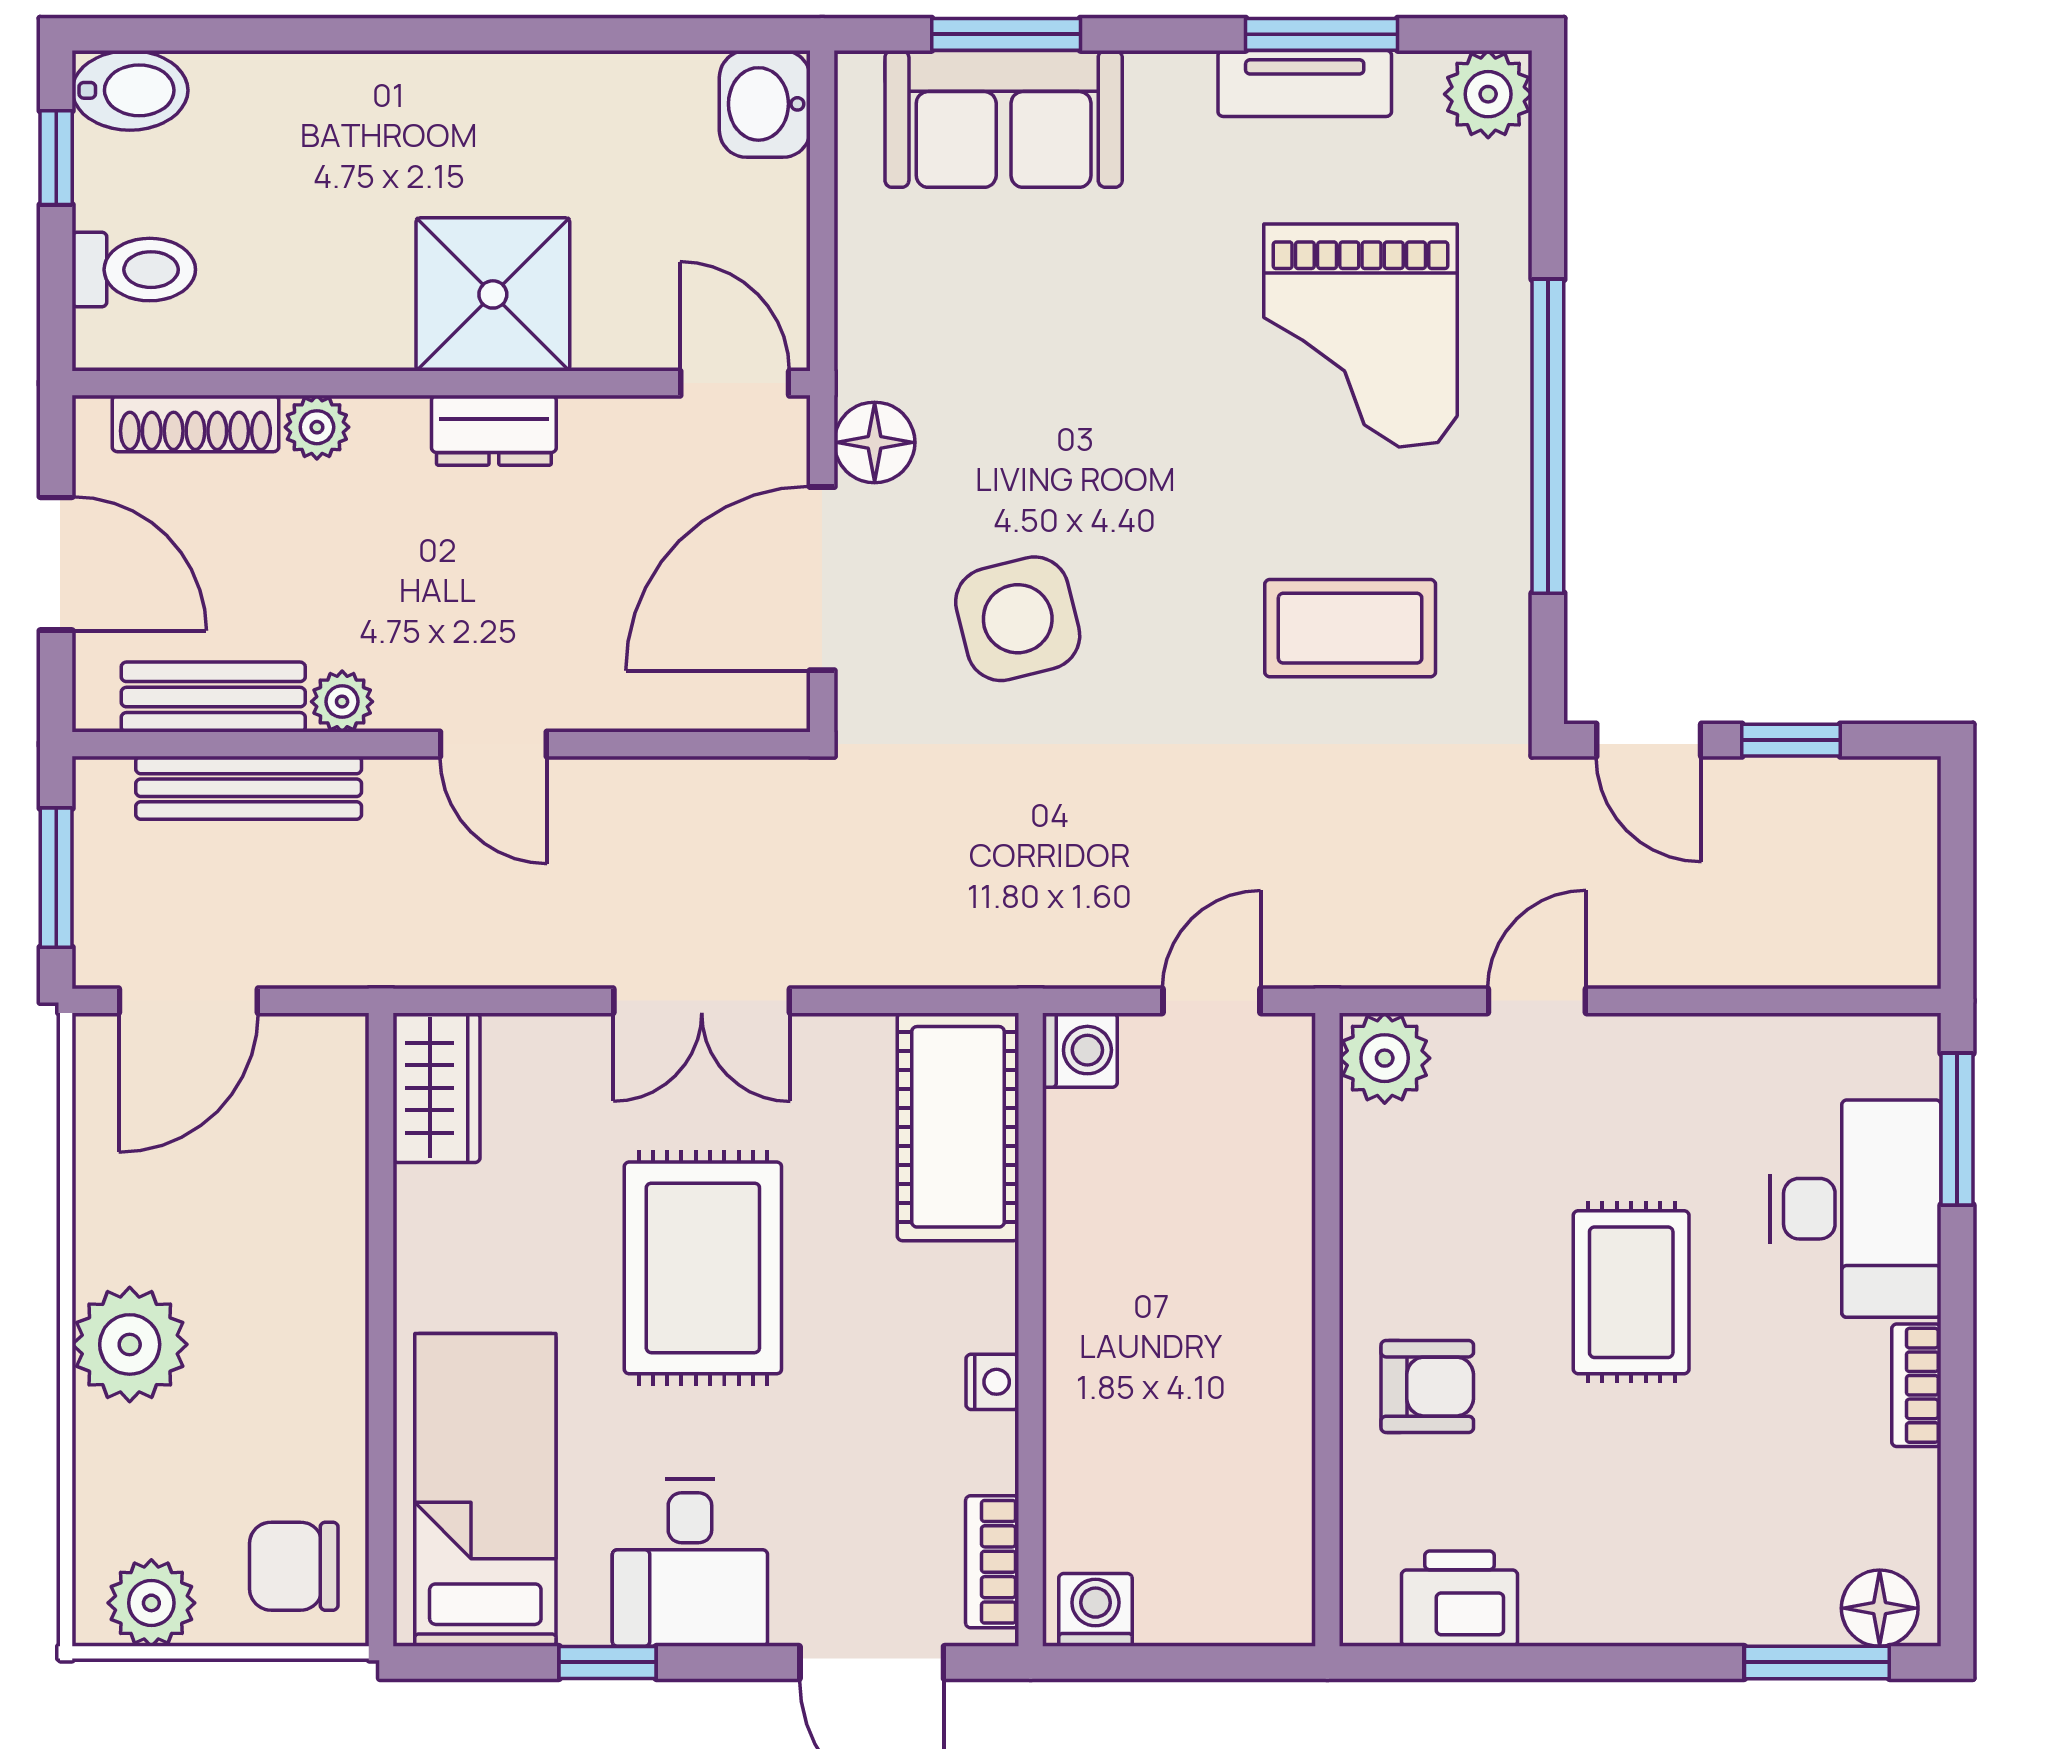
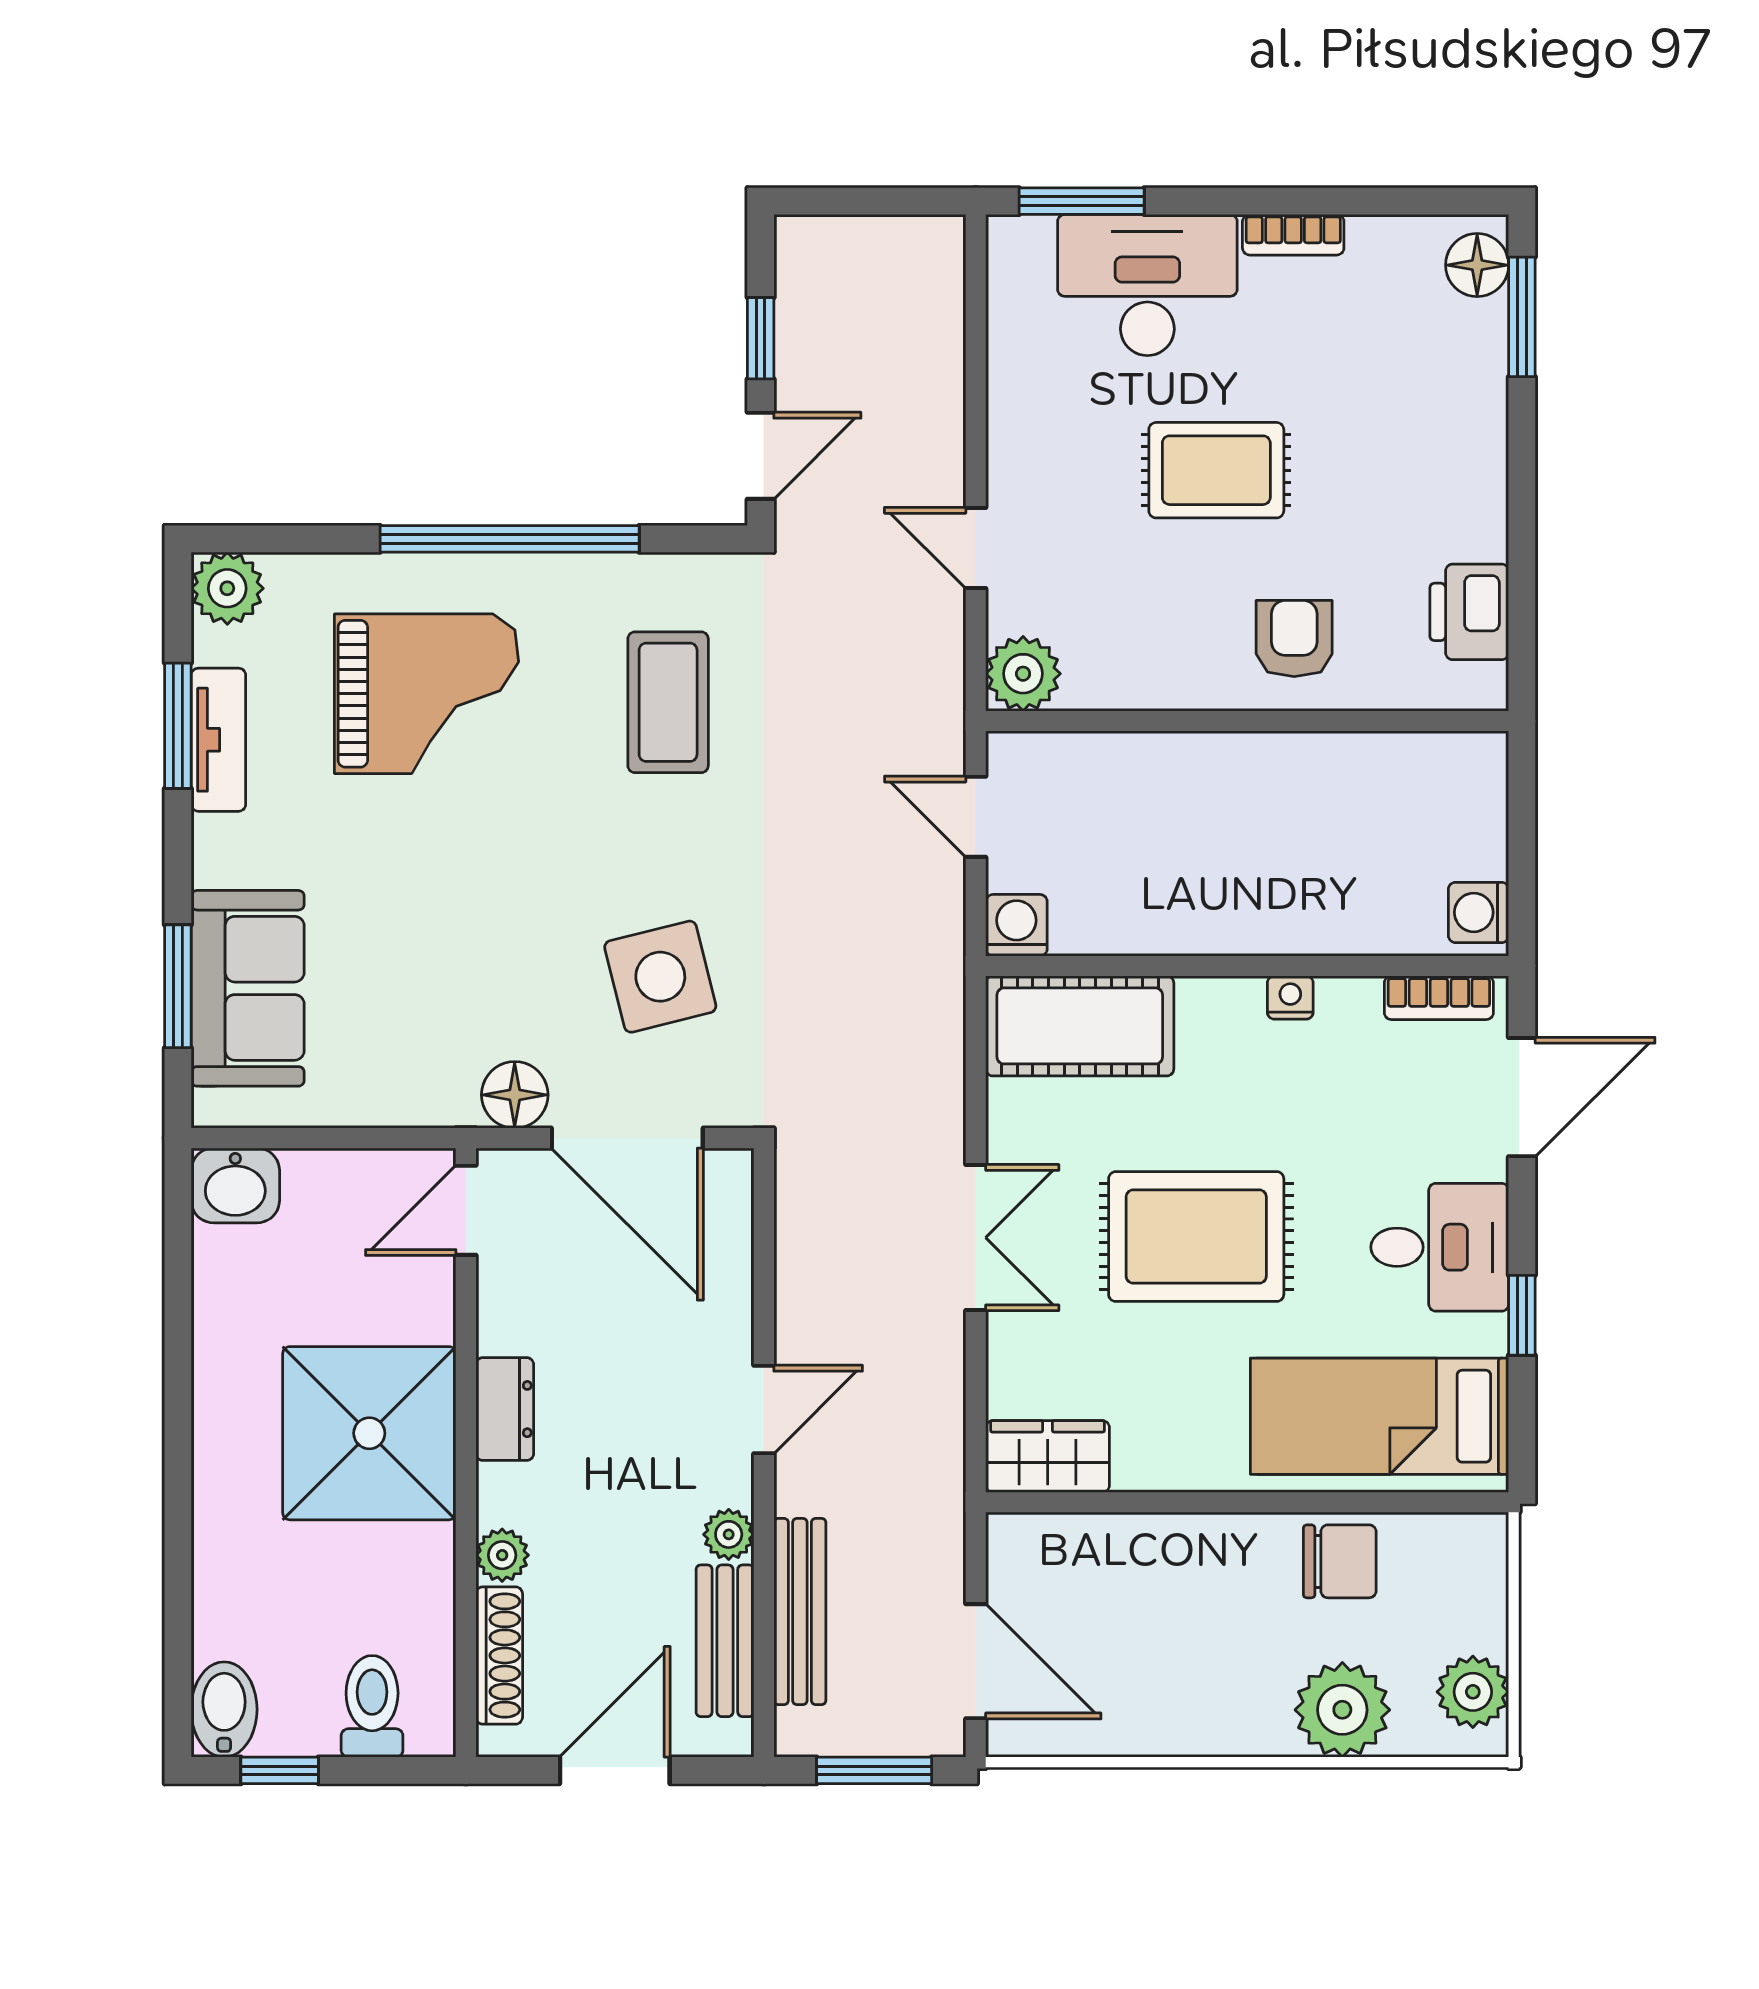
shower: (493, 294) -> (369, 1433), width x1.37, depth x1.37
plant: (130, 1344) -> (1342, 1710), moved
chair: (294, 1566) -> (1340, 1561), moved, turned -90

